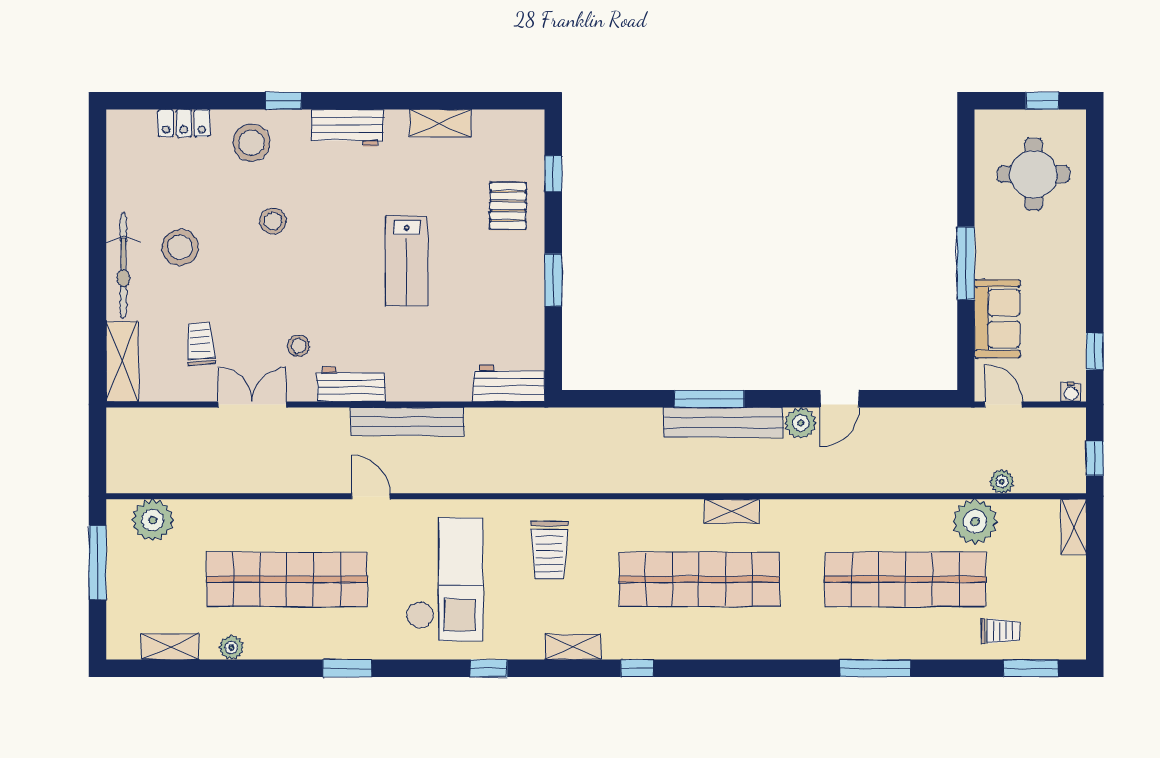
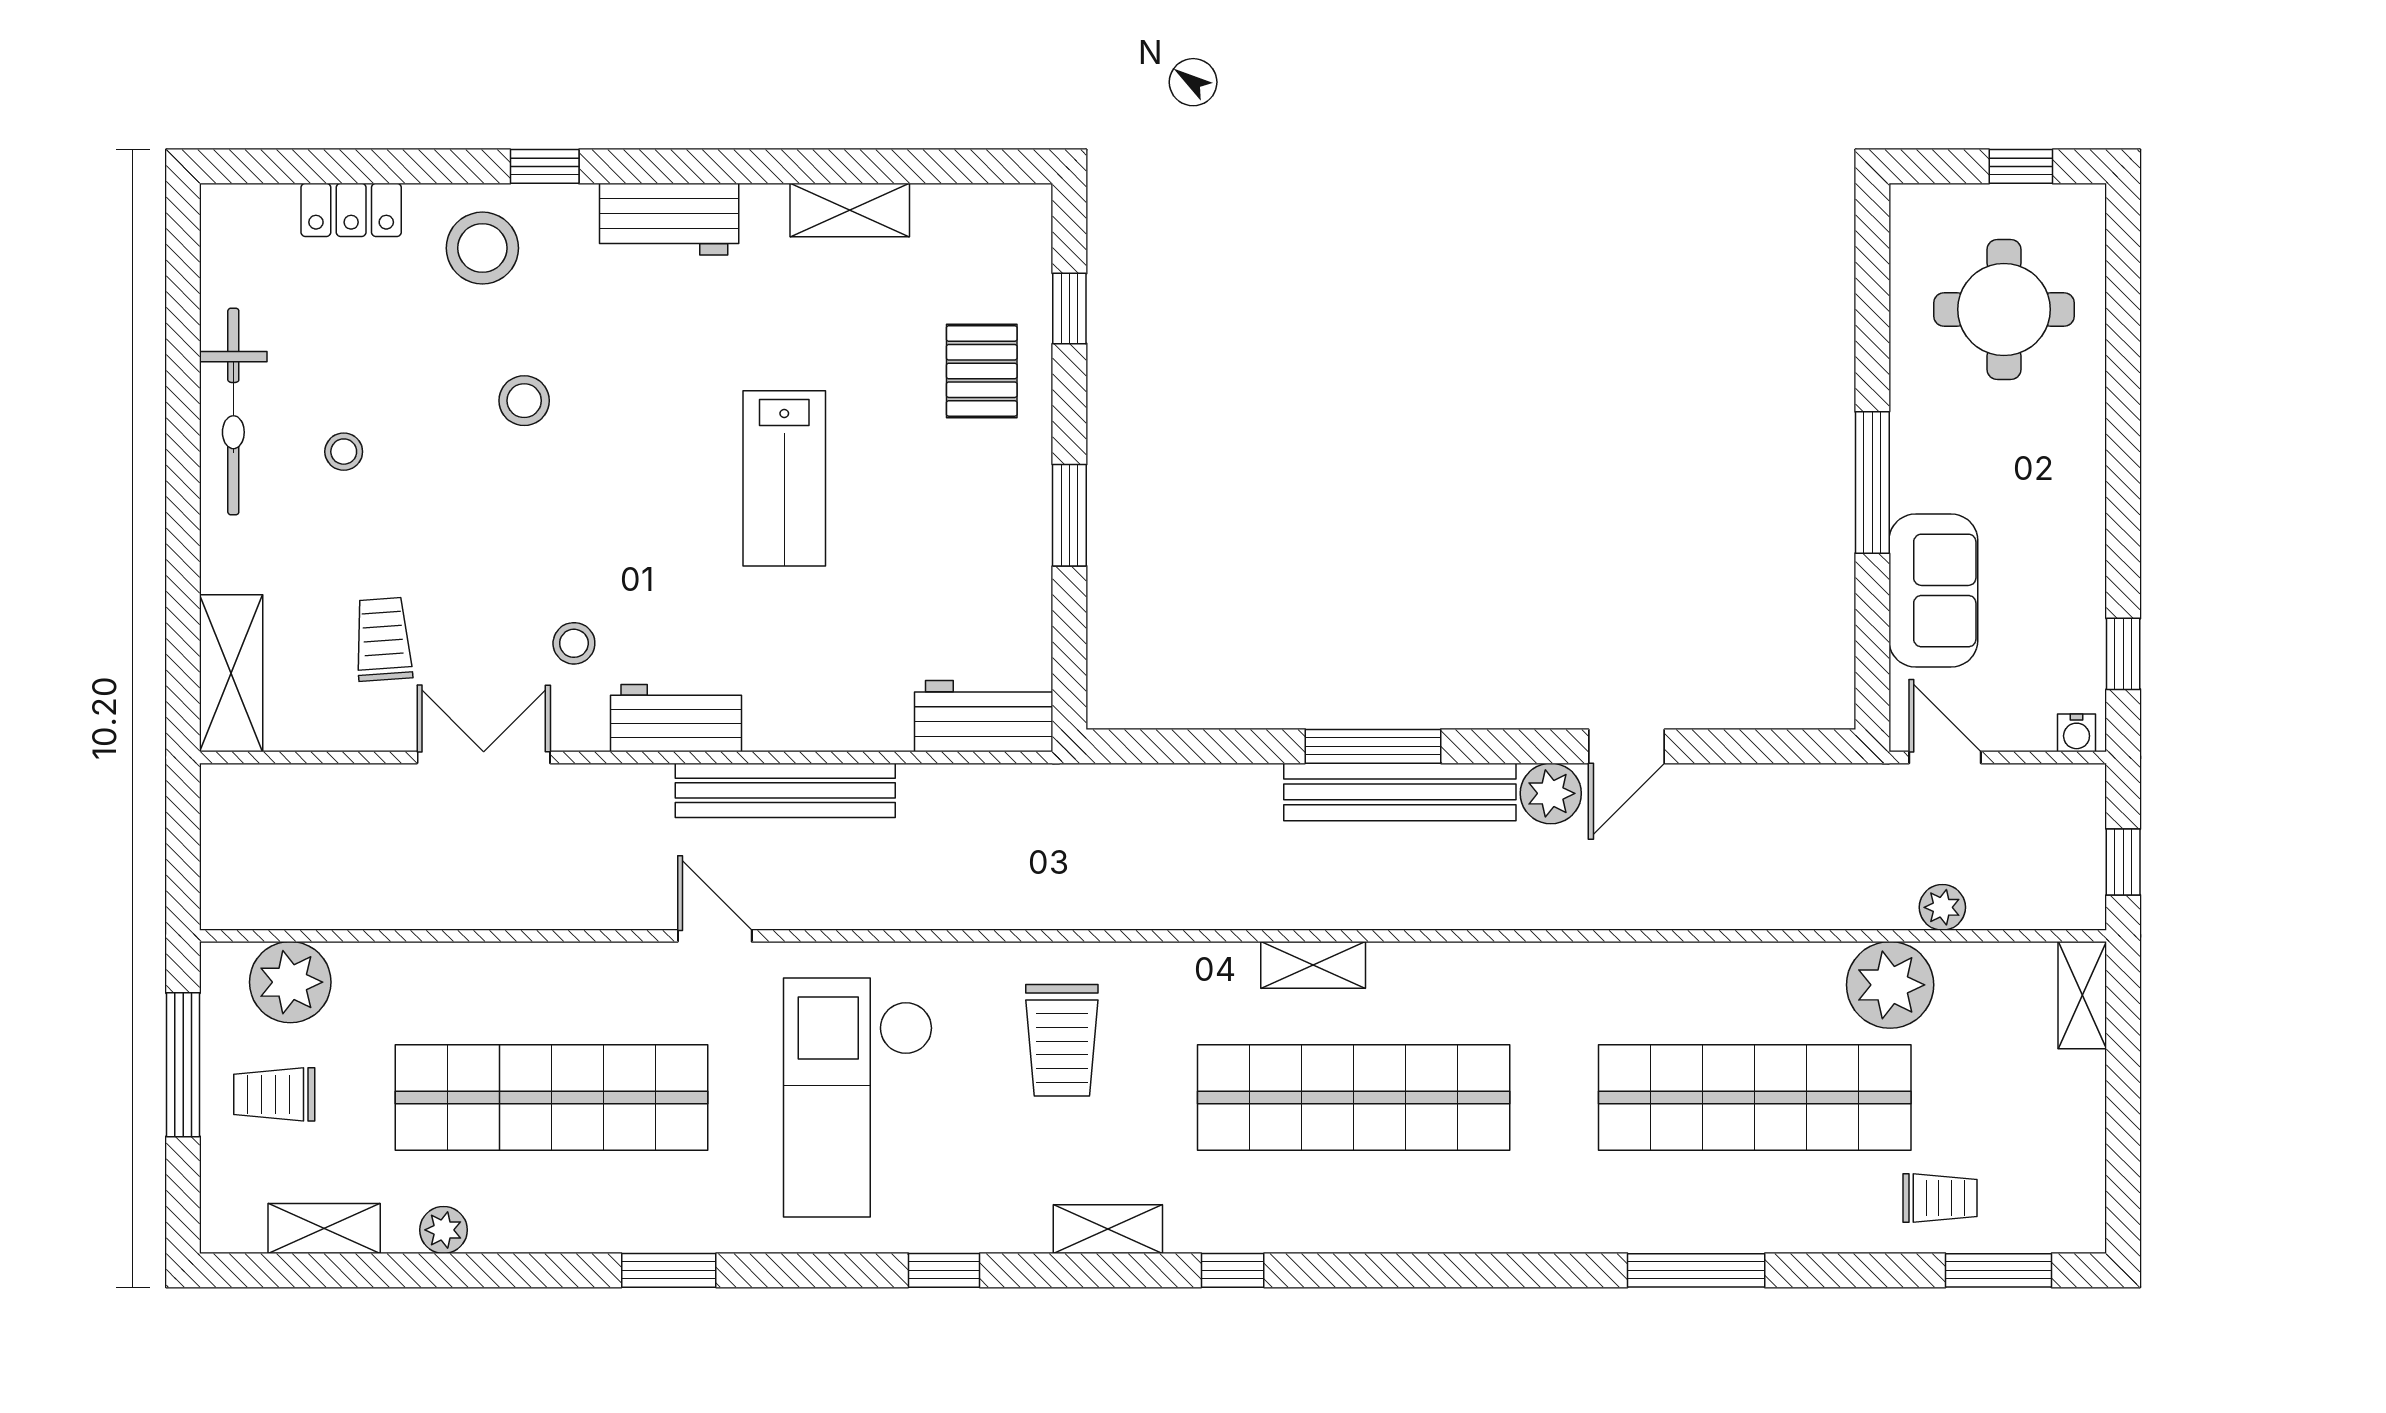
stool: (180, 247) -> (344, 452), width x0.53, depth x0.53
bicycle: (123, 265) -> (233, 412), moved
shelving: (732, 511) -> (1313, 965), moved
trolley: (144, 578) -> (274, 1094), added
checkout: (445, 579) -> (858, 1097), turned 180

